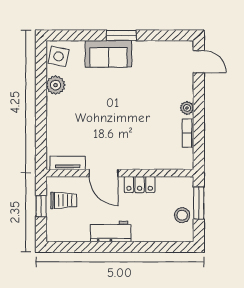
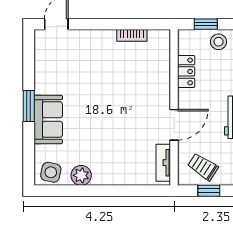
plant: (187, 108) -> (105, 37), removed
locker: (140, 185) -> (186, 71), moved
trolley: (64, 200) -> (203, 167), turned -57
window: (199, 203) -> (206, 24), width x0.67

